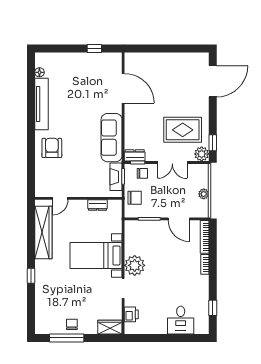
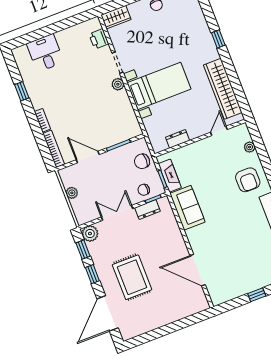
window: (94, 49) -> (257, 295), moved
window: (213, 119) -> (92, 274), added
rug: (183, 130) -> (132, 277), moved, turned 90
sofa: (112, 138) -> (187, 208), width x0.73
dresser: (135, 155) -> (148, 210), moved
plant: (40, 175) -> (250, 147), added
plant: (135, 265) -> (118, 84), width x0.53, depth x0.53
window: (213, 308) -> (22, 91), moved

